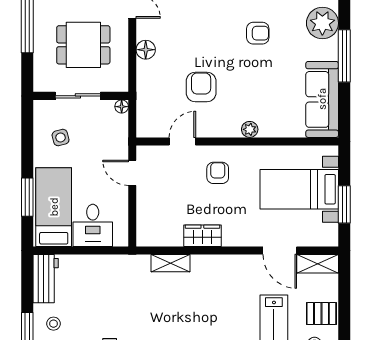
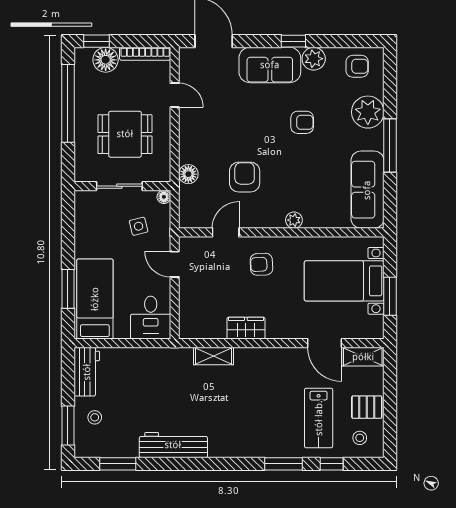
floor lamp: (146, 50) -> (188, 174), moved
side table: (61, 138) -> (139, 226), moved
armchair: (218, 173) -> (261, 264), turned -93
desk: (93, 225) -> (151, 318), moved

